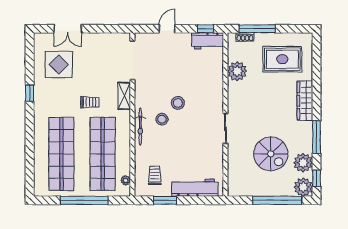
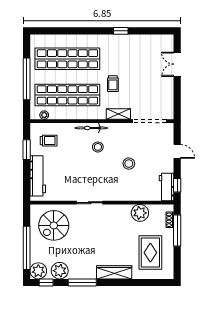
display table: (59, 64) -> (146, 56), removed
stool: (178, 103) -> (129, 164), moved
spiral stairs: (271, 154) -> (54, 225), moved

